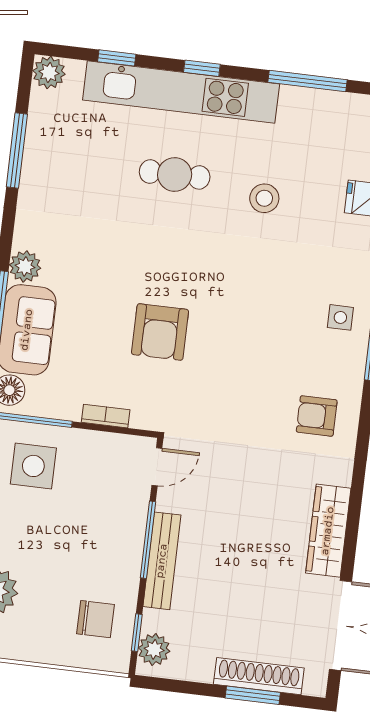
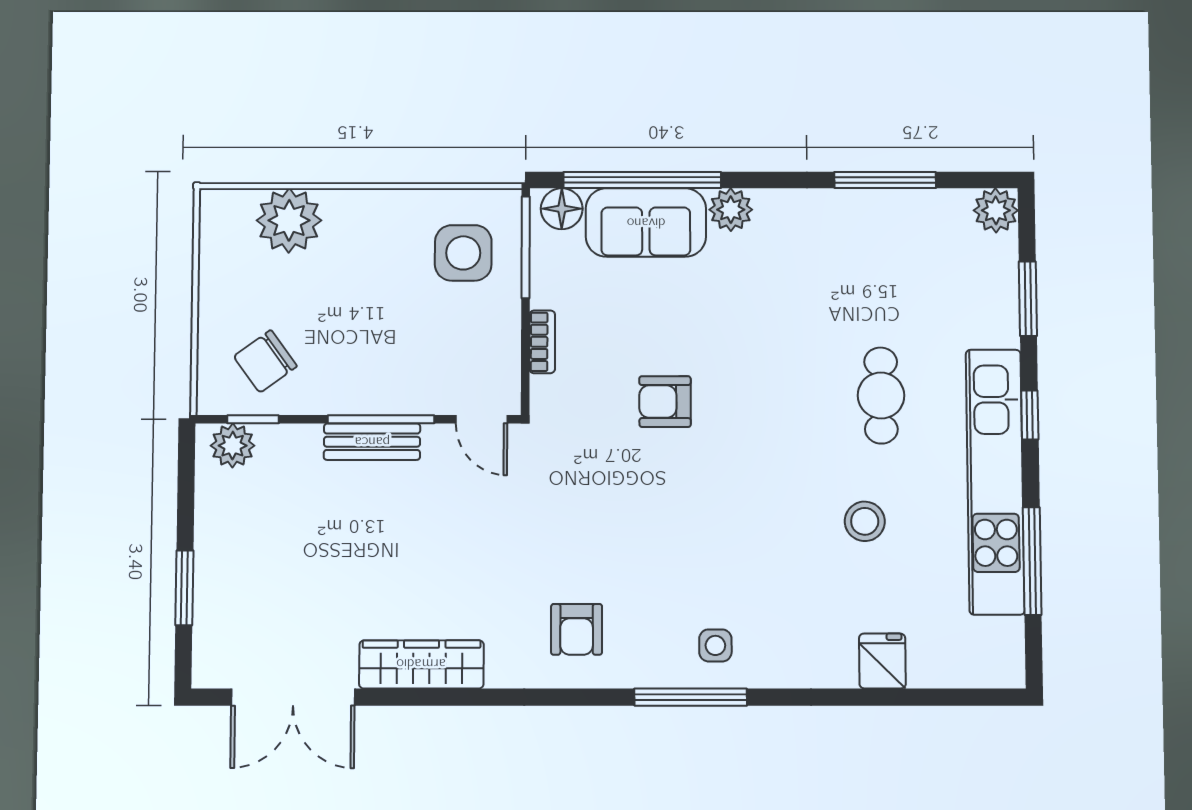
window: (117, 58) -> (1028, 299), width x1.50
kitchen unit: (181, 92) -> (995, 482), moved
armchair: (160, 332) -> (665, 402), width x0.72, depth x0.72
armchair: (317, 416) -> (577, 629), turned 180
bench: (162, 561) -> (372, 442), width x0.73
chair: (96, 619) -> (265, 361), turned 54
shoe rack: (259, 676) -> (211, 593), removed

